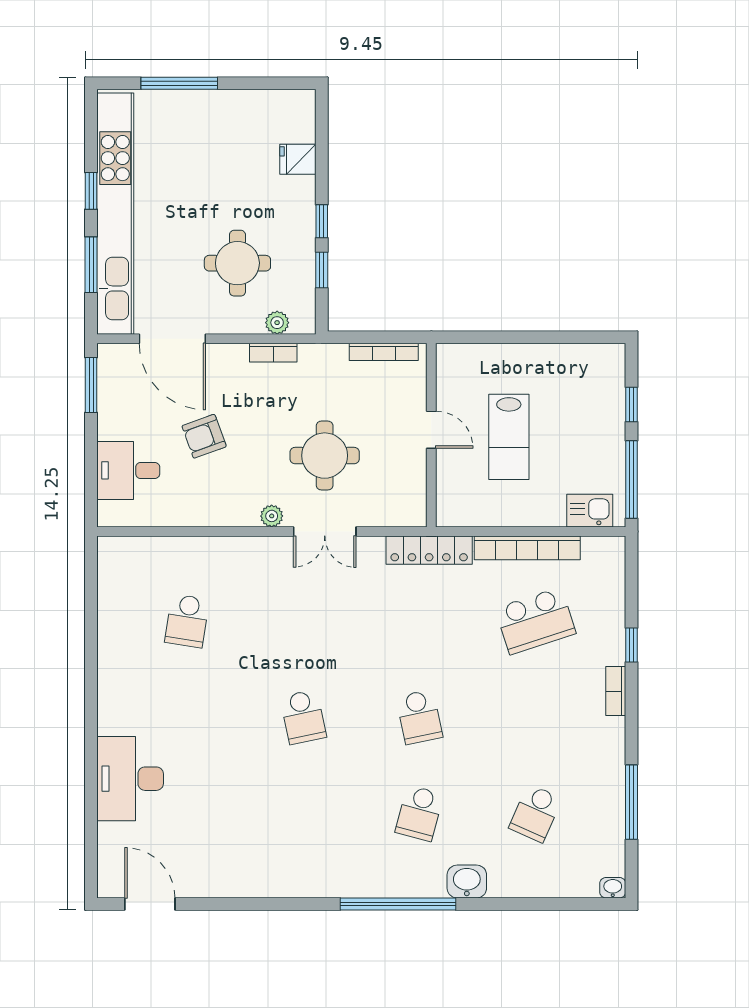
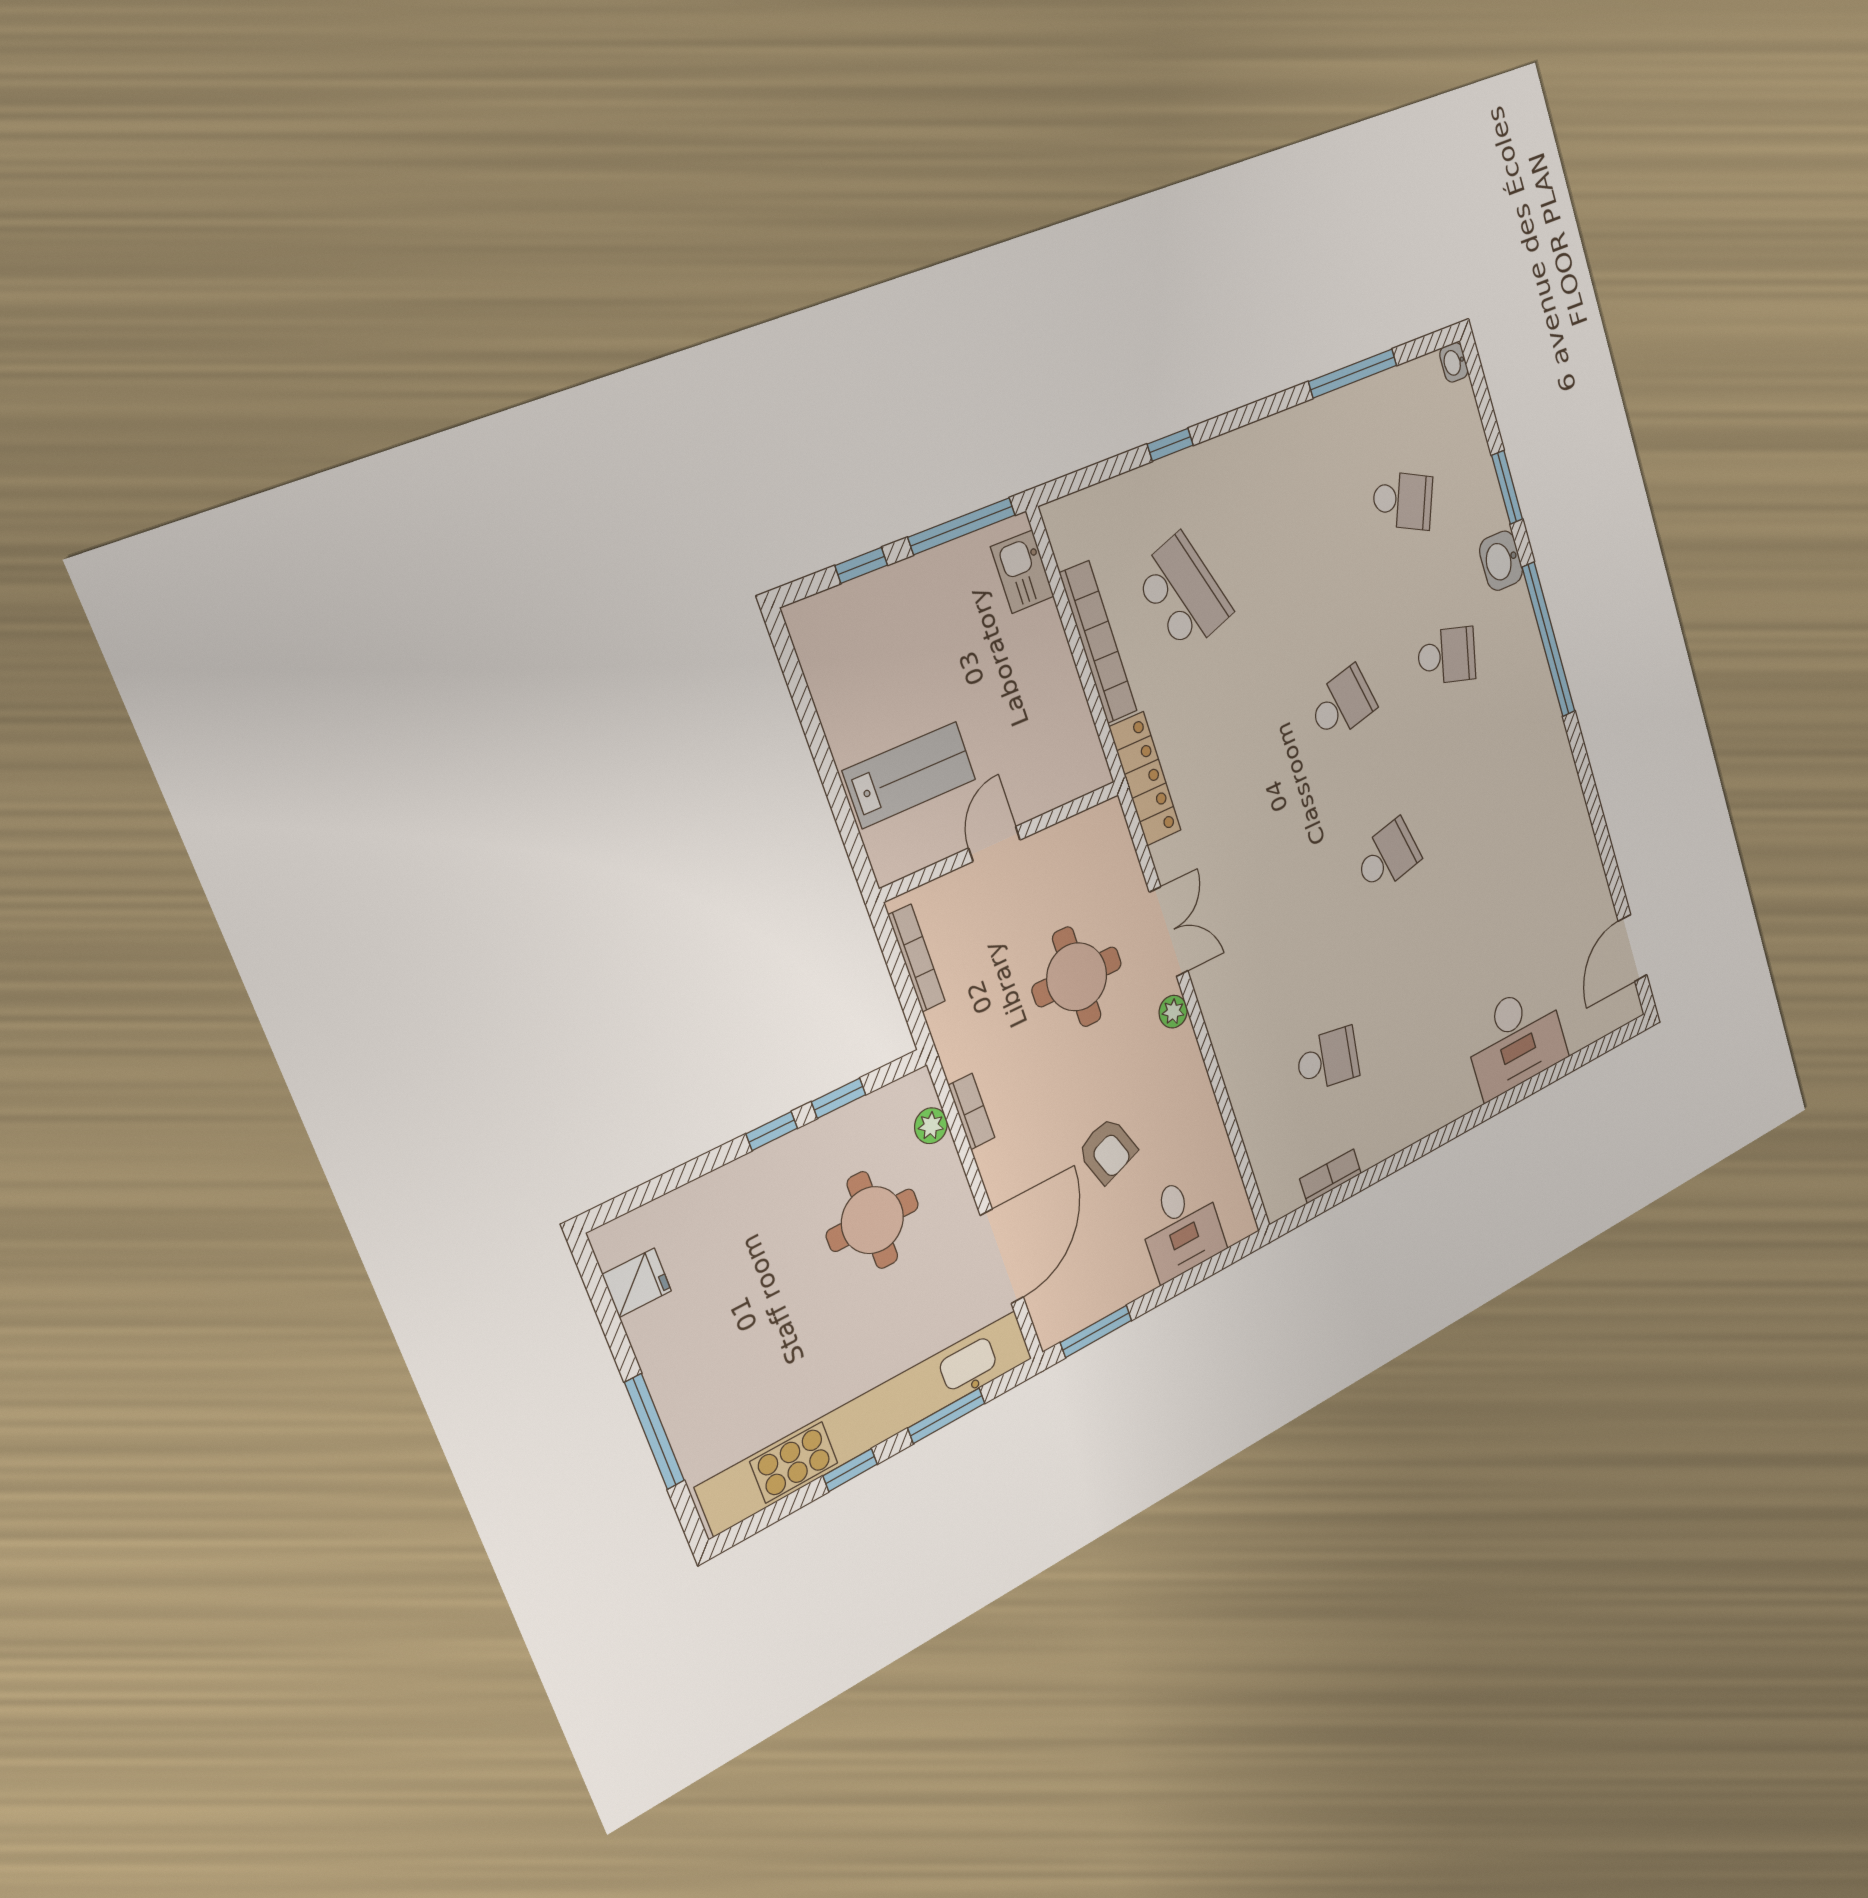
fridge: (298, 159) -> (637, 1283), moved, turned -90
lab bench: (509, 437) -> (909, 775), moved
bookcase: (616, 691) -> (1331, 1176), moved, turned 180
window: (515, 904) -> (1507, 487), added

